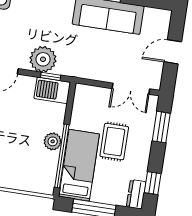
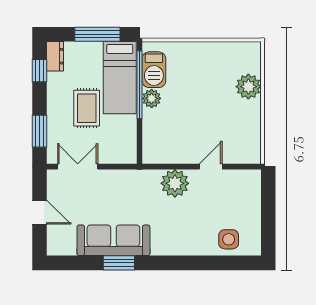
door: (173, 52) -> (40, 212), hinge flipped
window: (51, 76) -> (164, 167), removed
barbecue: (52, 90) -> (154, 70), moved, turned 90

